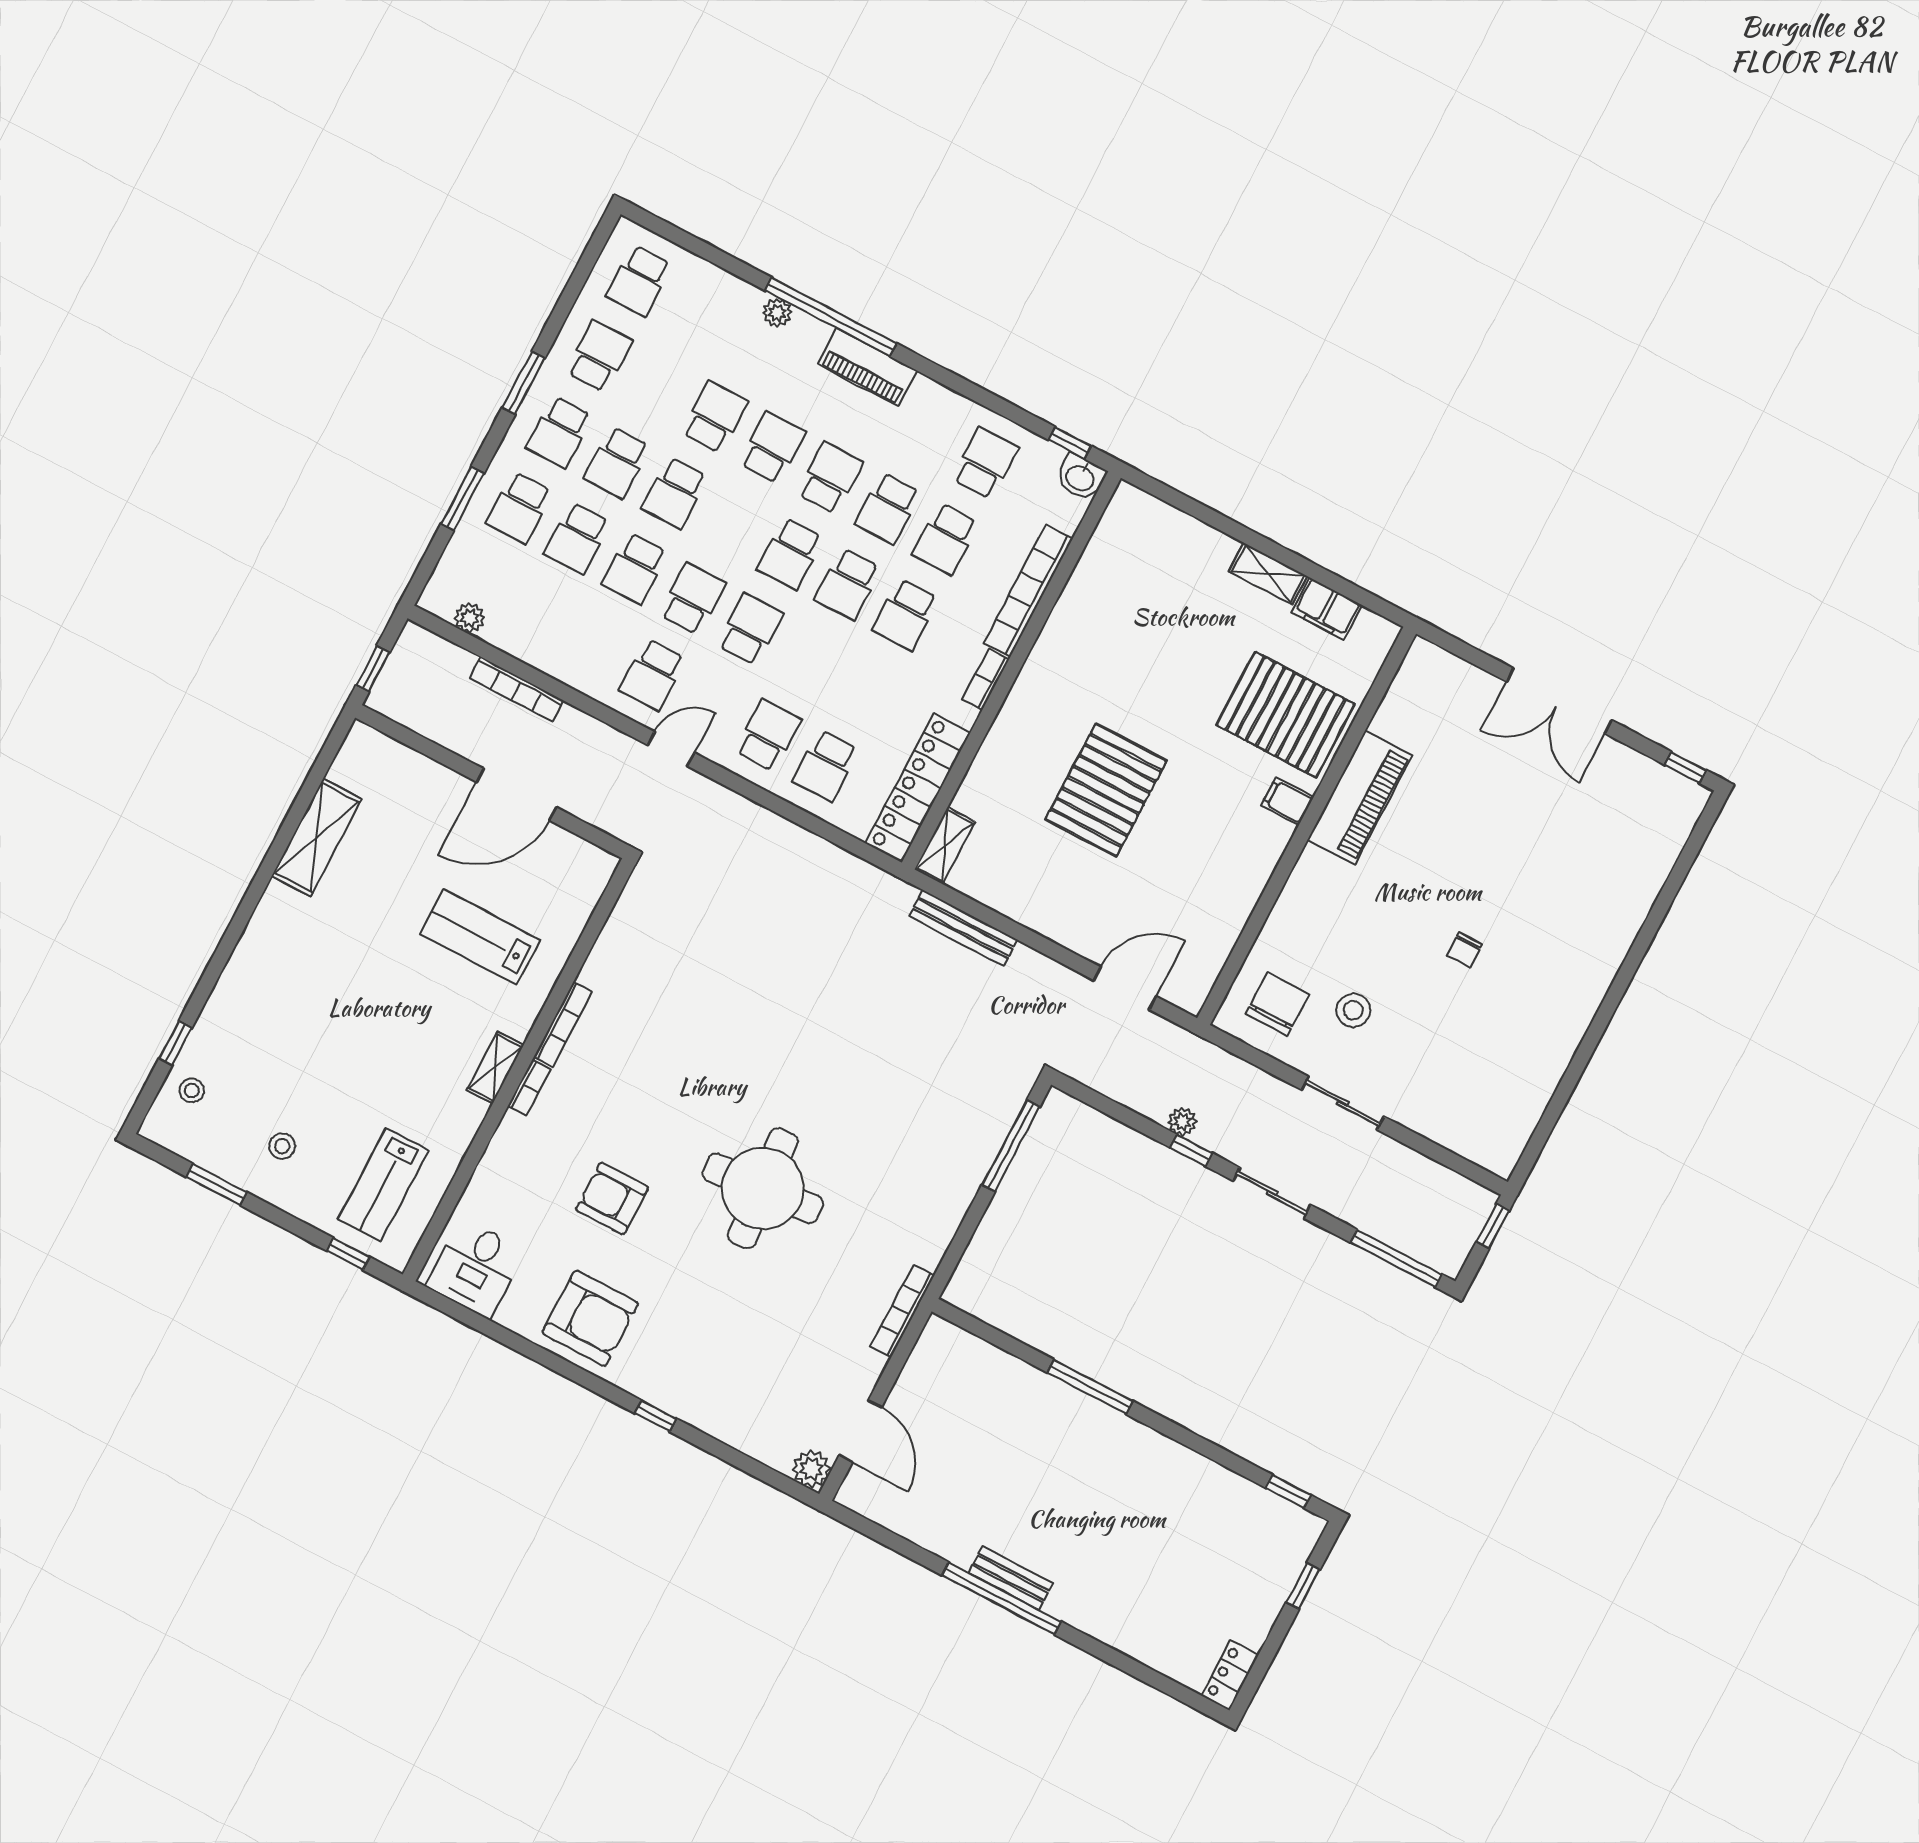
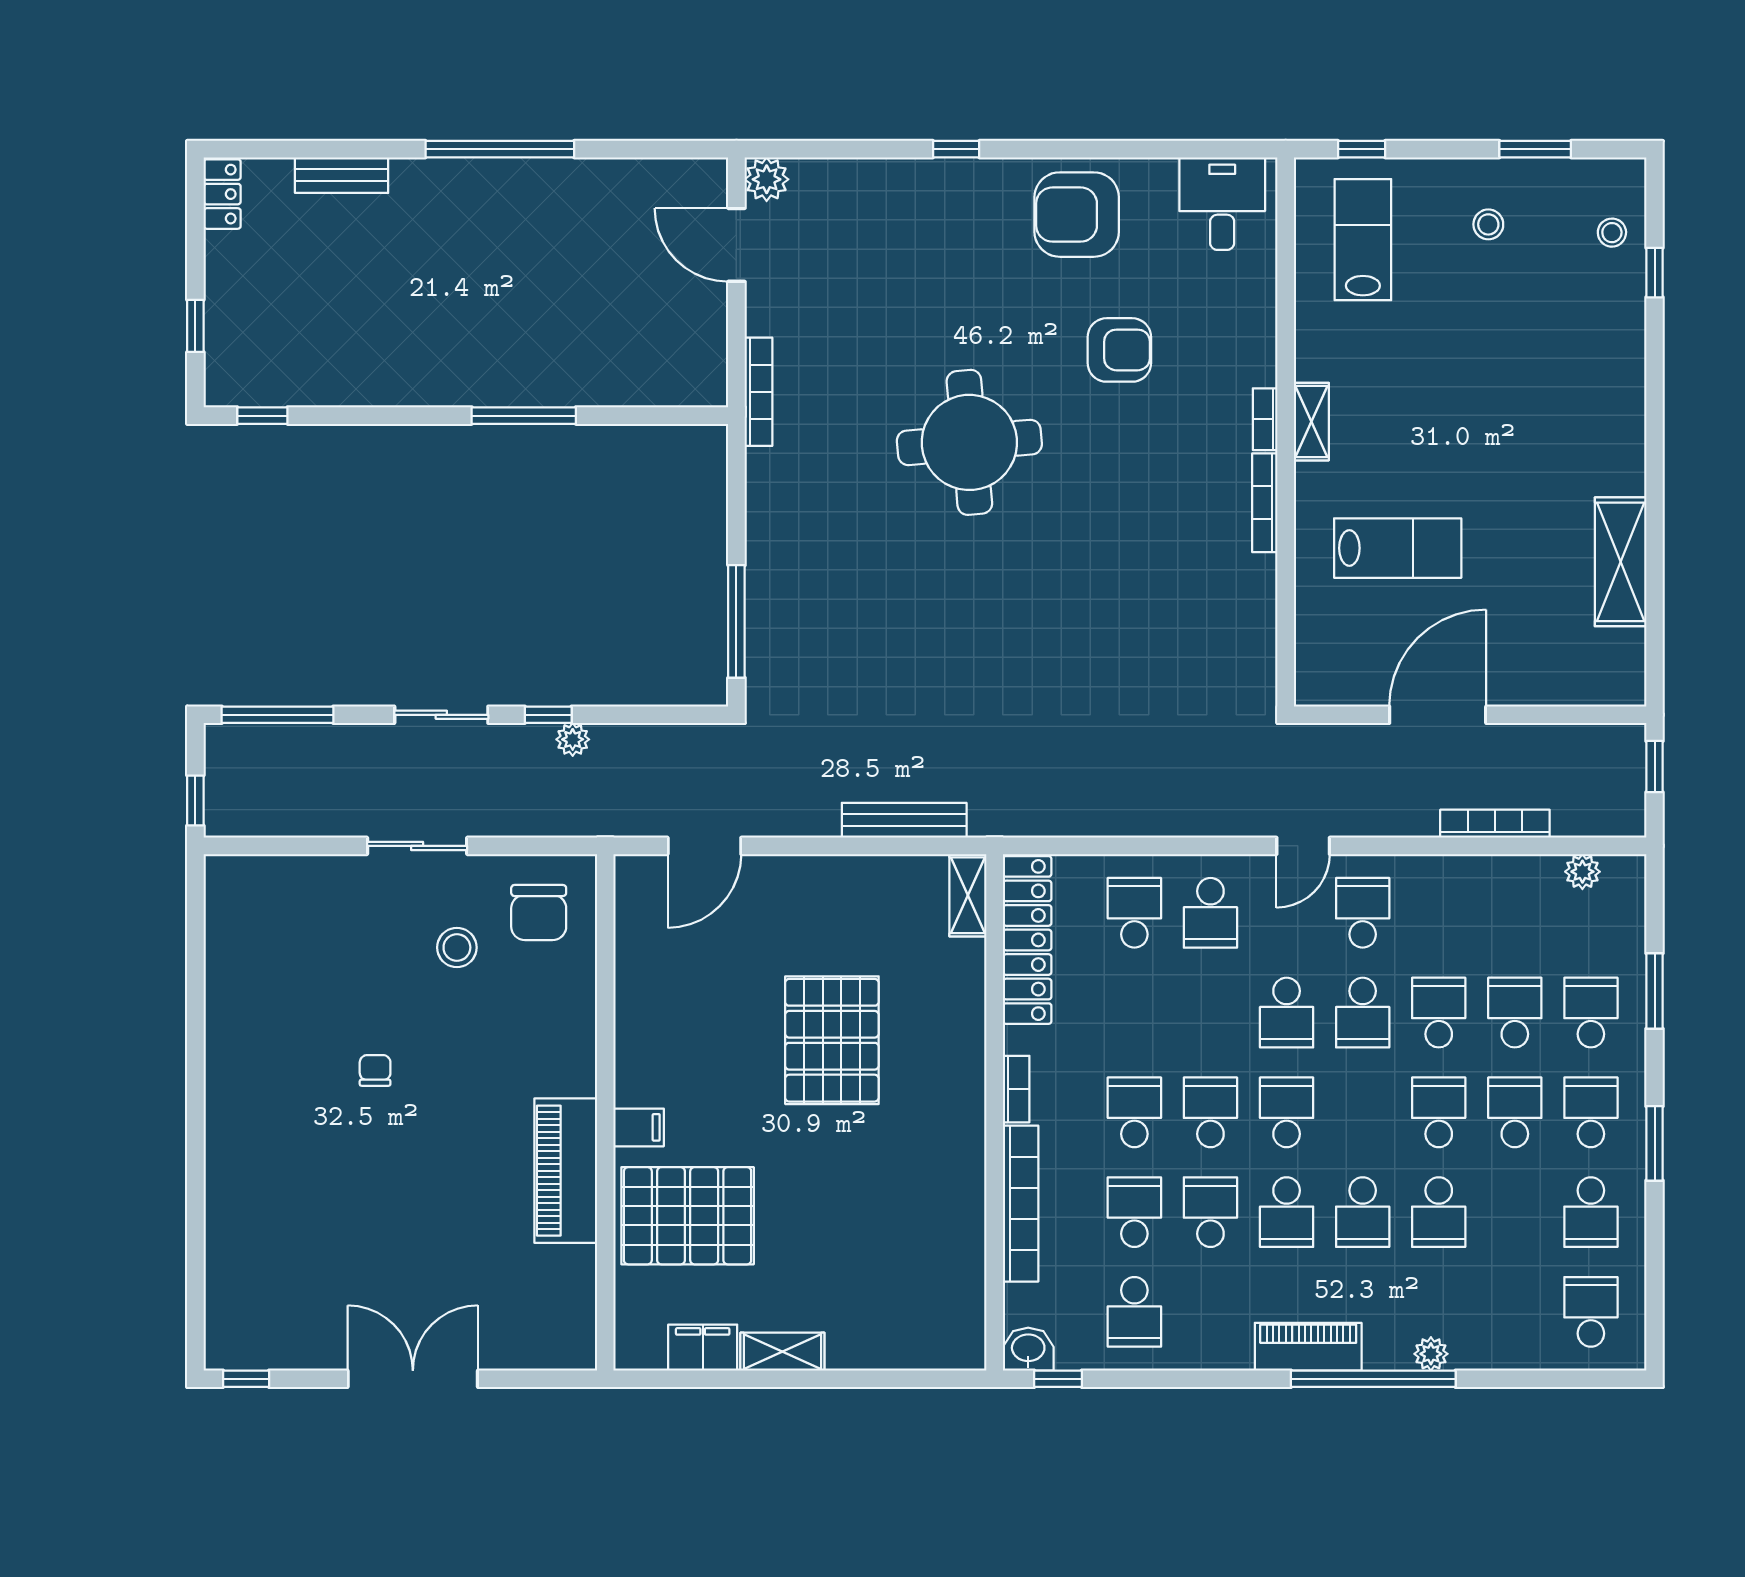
bench: (1011, 1578) -> (342, 175), moved

